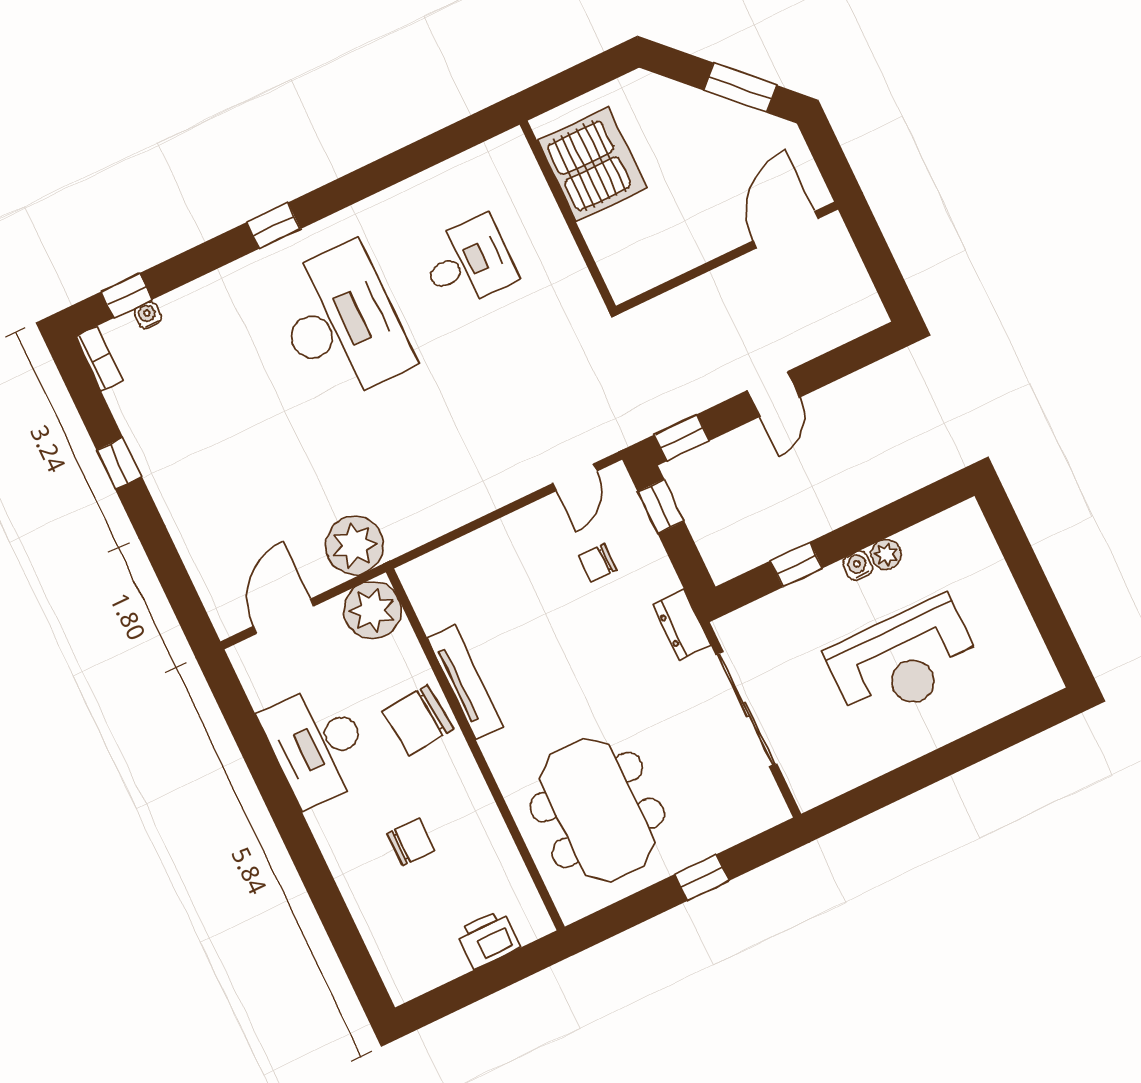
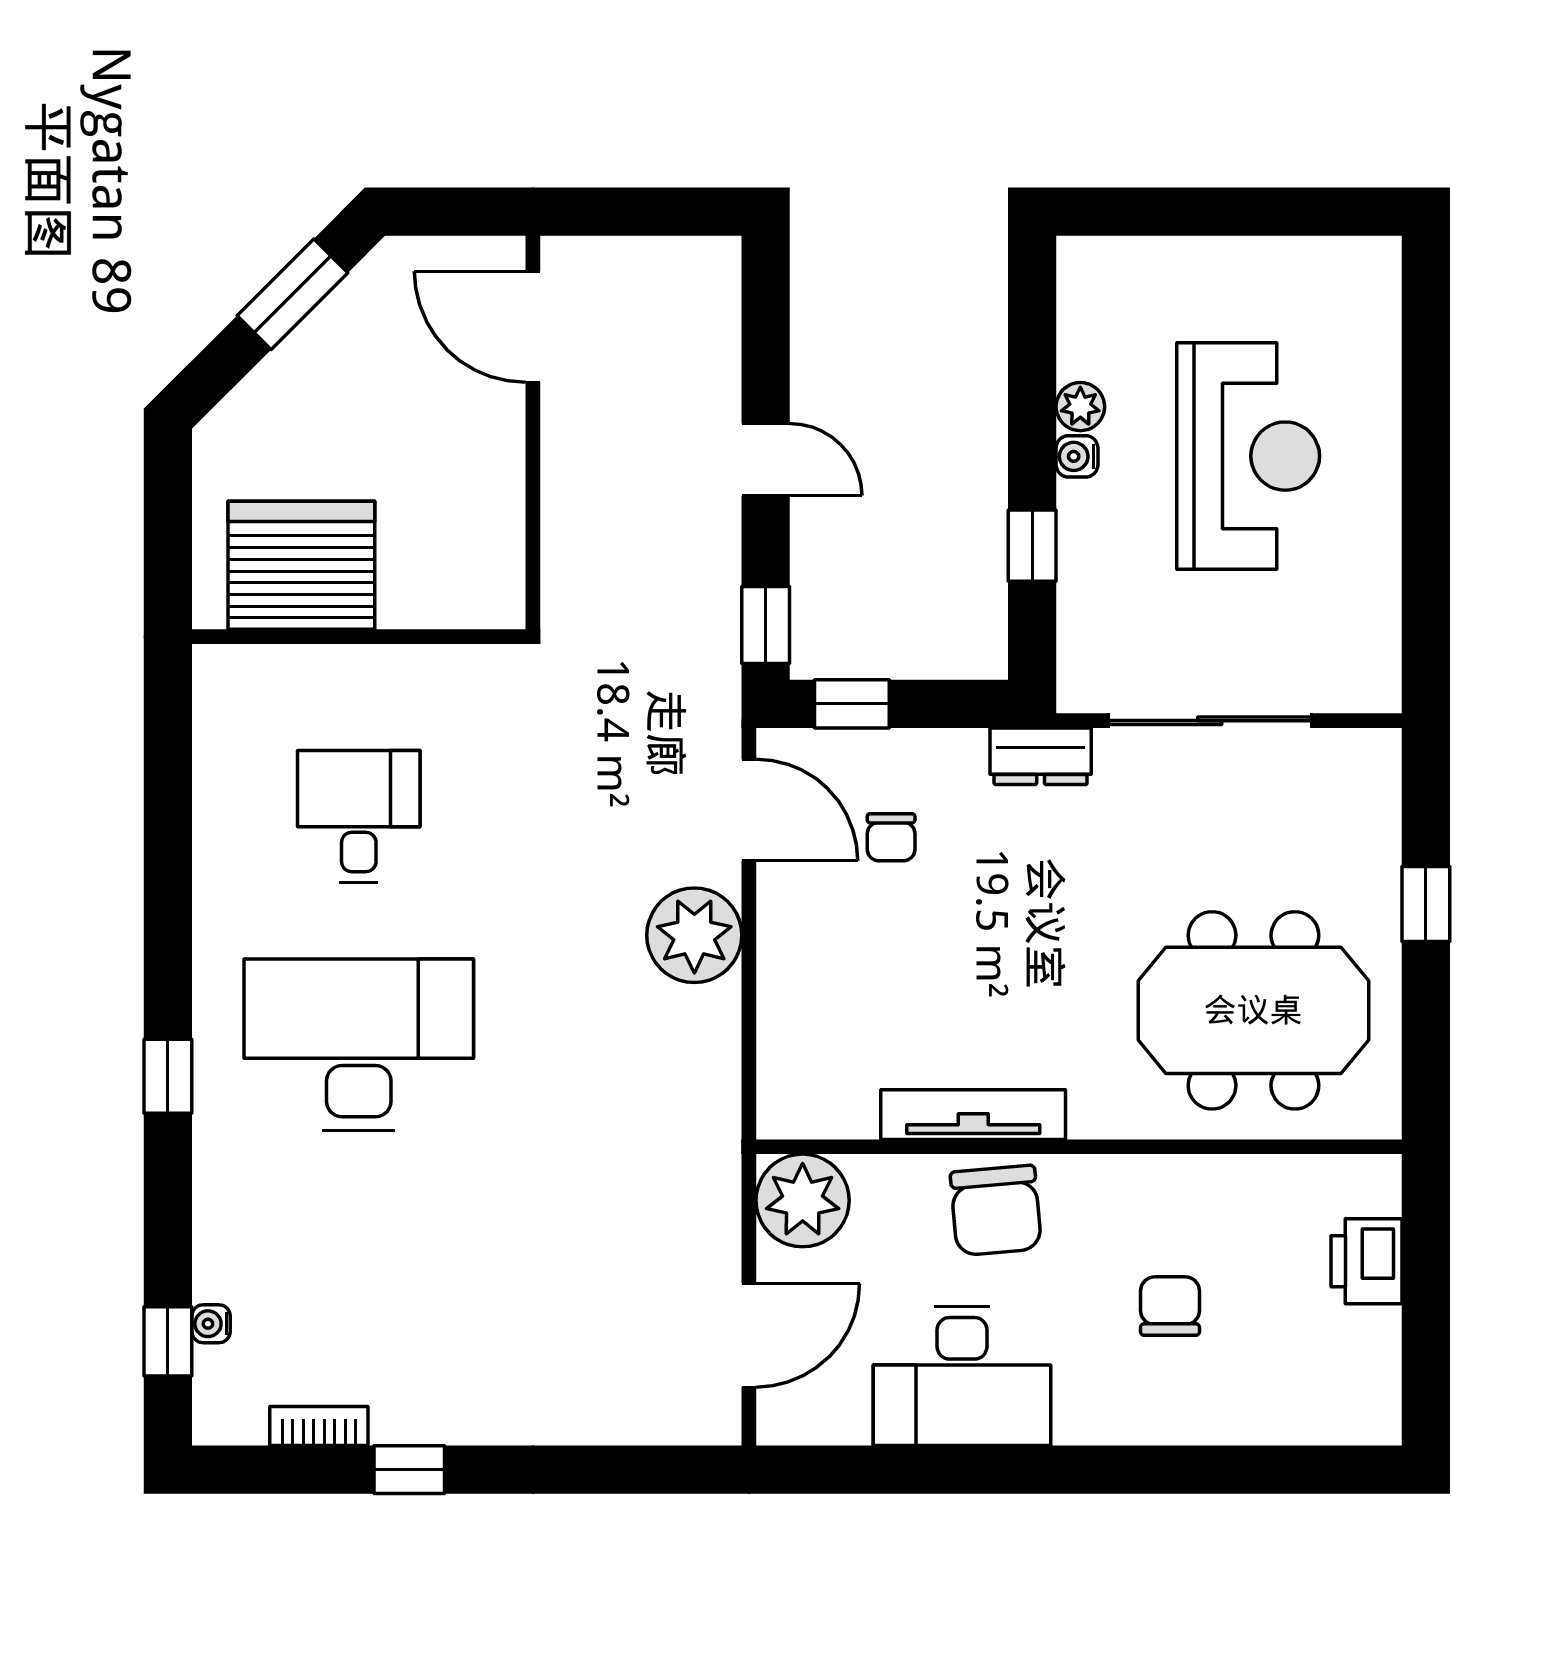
bookcase: (99, 359) -> (319, 1426), moved
door: (575, 477) -> (749, 810), width x1.38
plant: (355, 545) -> (694, 935), moved
door: (284, 616) -> (749, 1335), swing flipped

